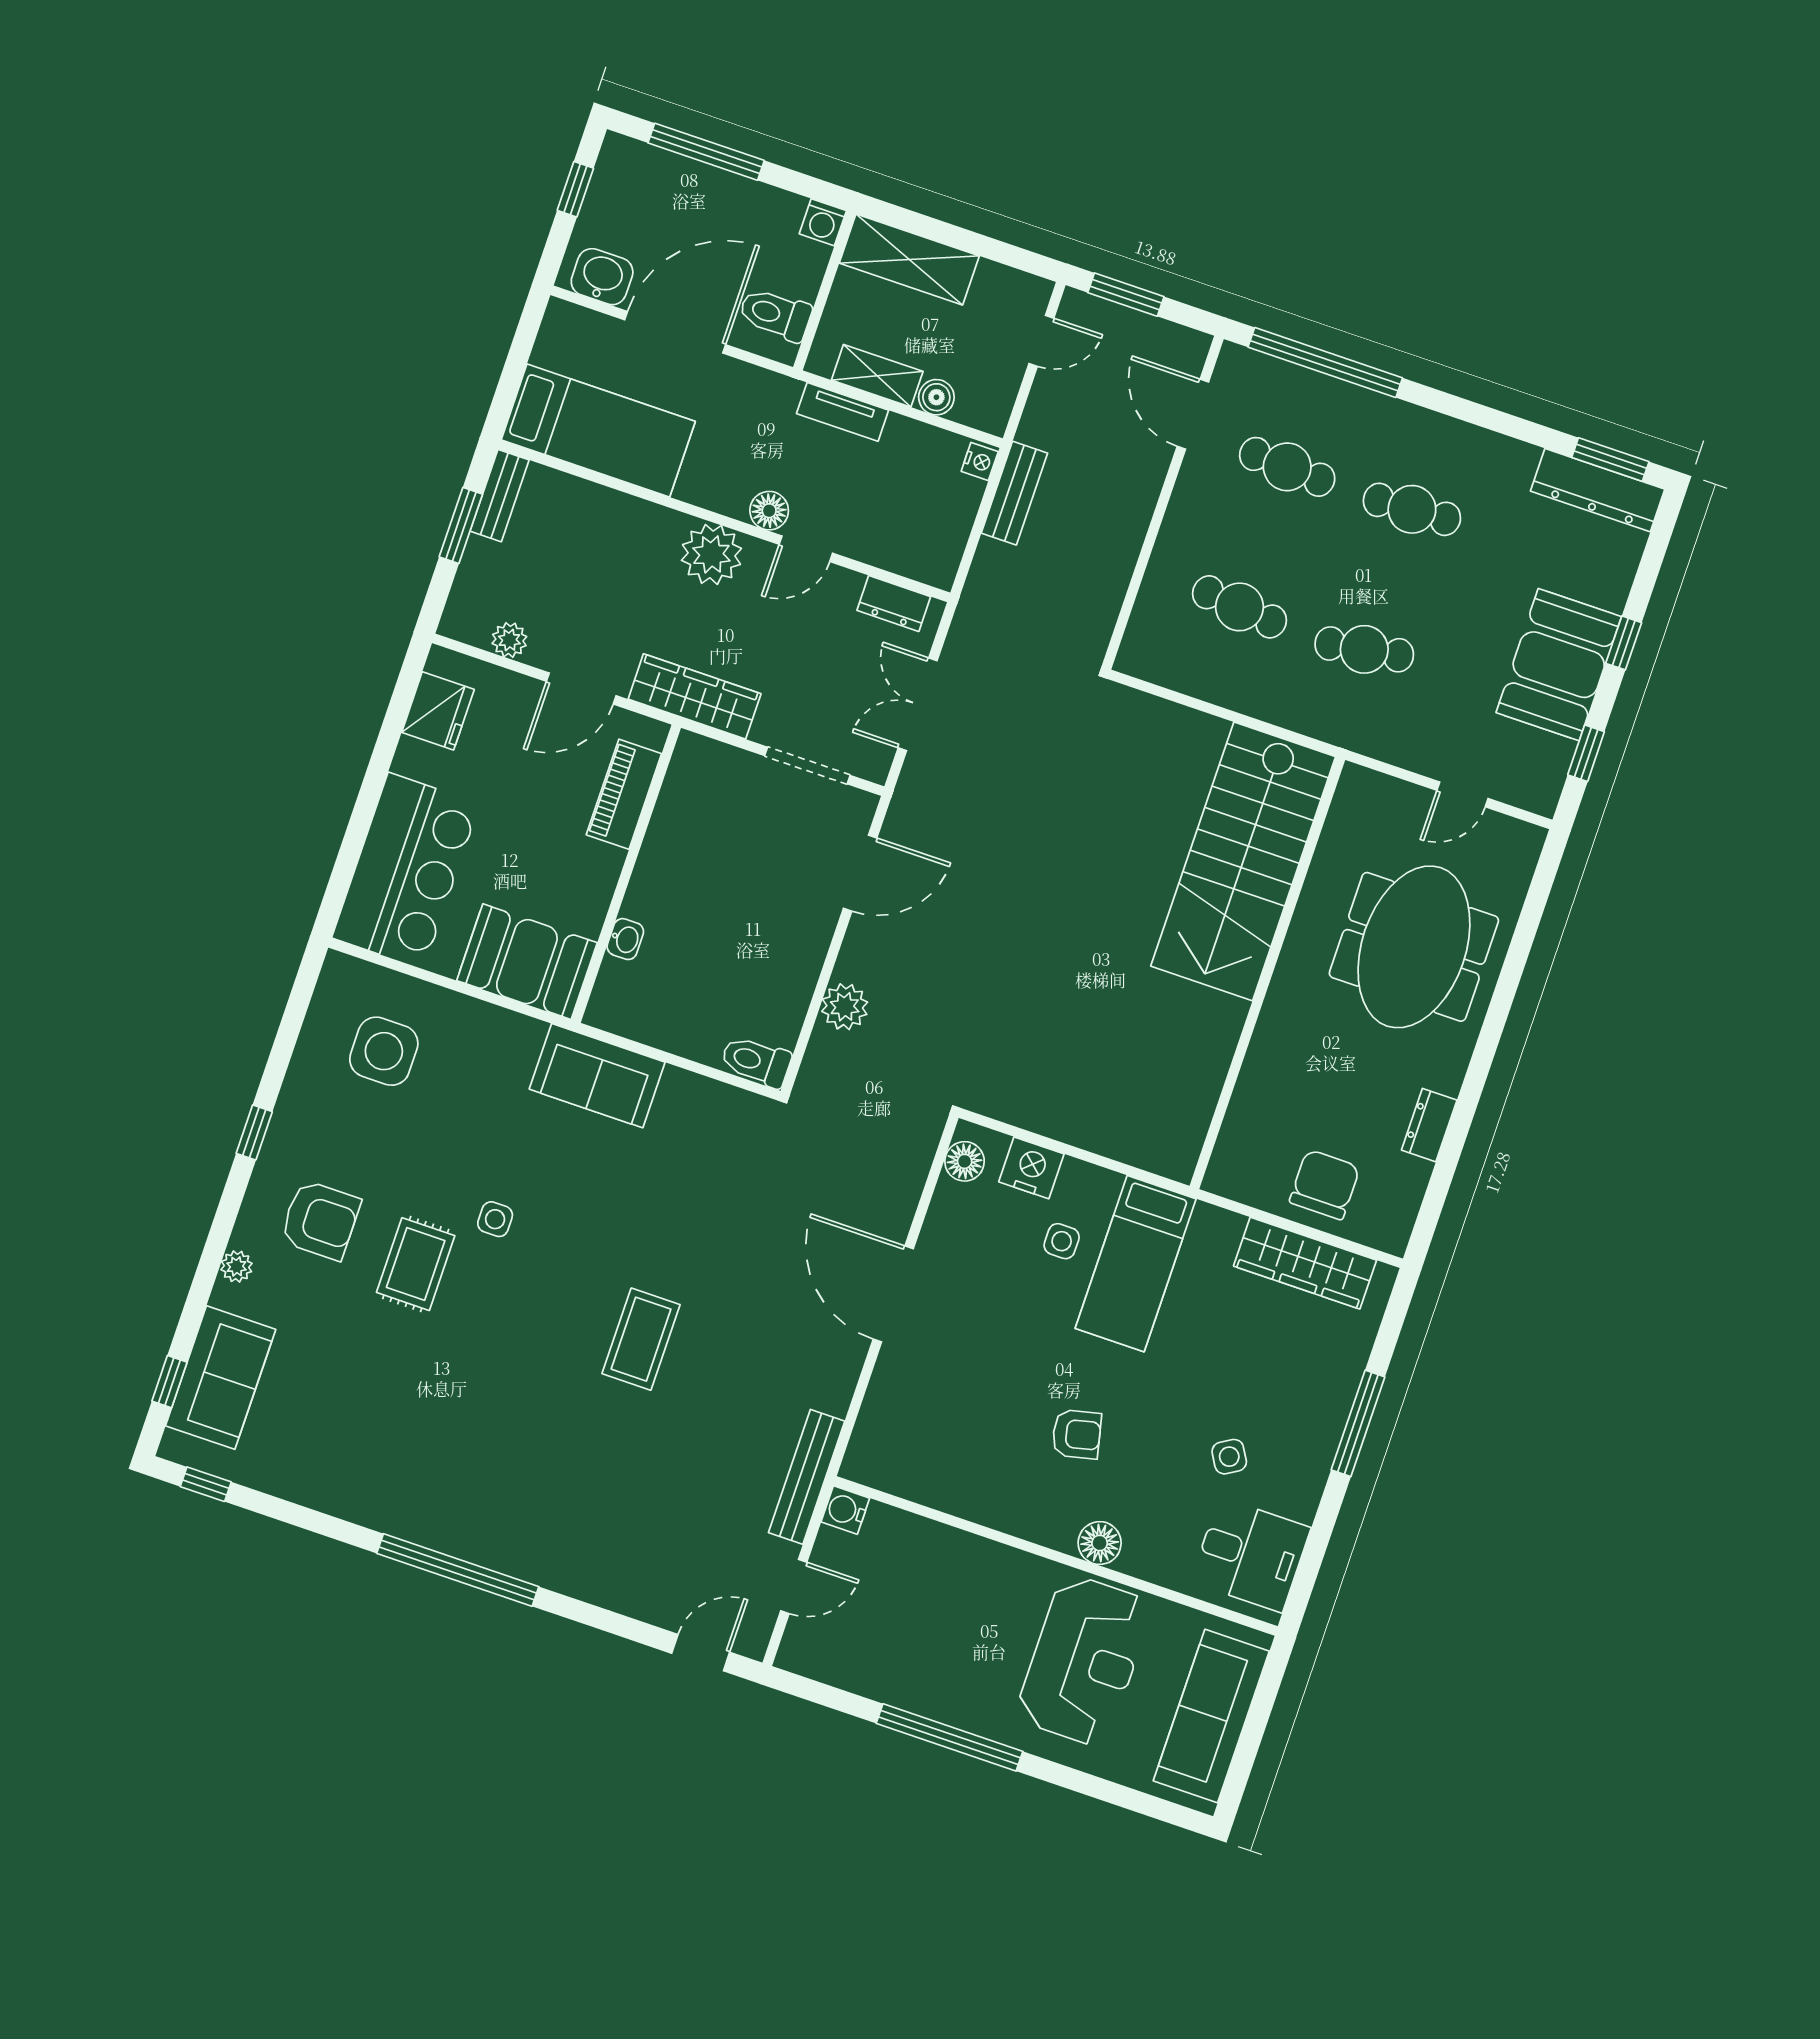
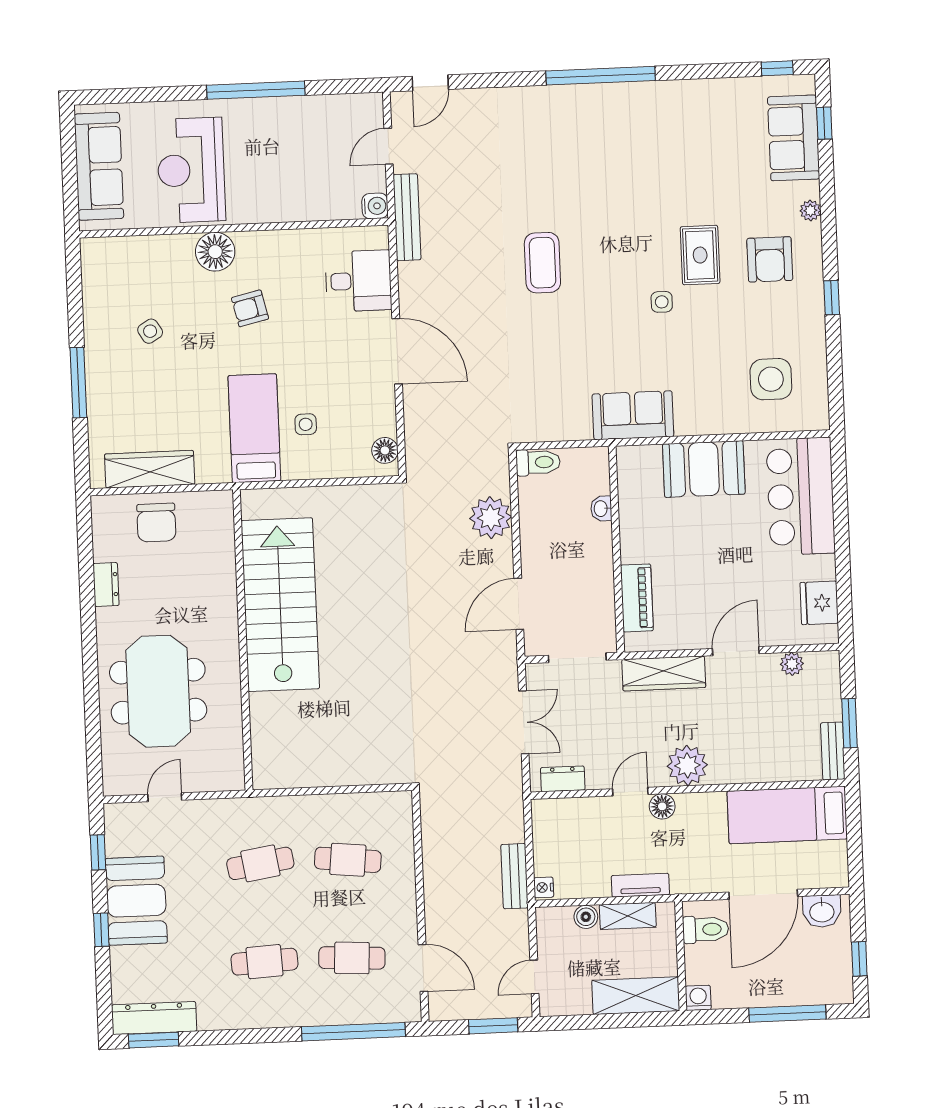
piano: (624, 794) -> (637, 598), moved
stairs: (1243, 861) -> (280, 605), moved
wall: (626, 874) -> (616, 549), moved
washbasin: (625, 939) -> (601, 509), moved
plant: (845, 1007) -> (491, 518), width x1.36, depth x1.36
nightstand: (1031, 1168) -> (342, 462), removed
armchair: (320, 1220) -> (770, 259), turned -90
floor lamp: (1100, 1543) -> (215, 252), width x1.38, depth x1.38
desk: (1251, 1555) -> (358, 281), moved, turned 180

